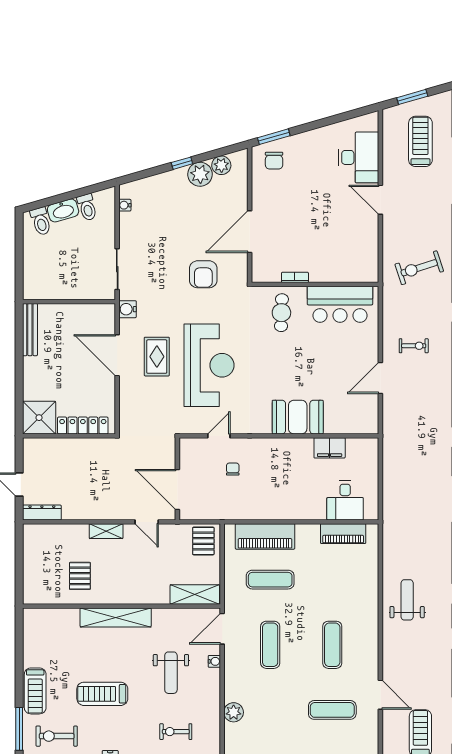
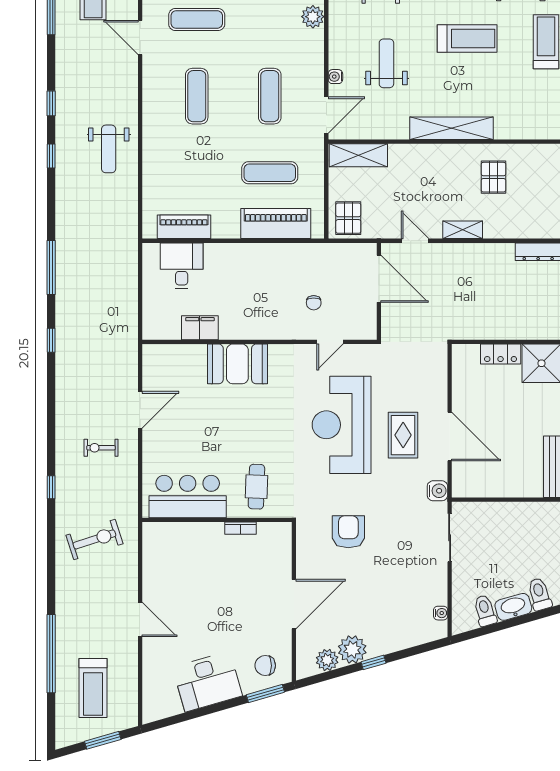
desk: (359, 157) -> (207, 682), moved, turned -106
chair: (274, 161) -> (265, 666), turned -90
door: (250, 232) -> (294, 604), moved
locker: (83, 425) -> (501, 354), width x0.66

